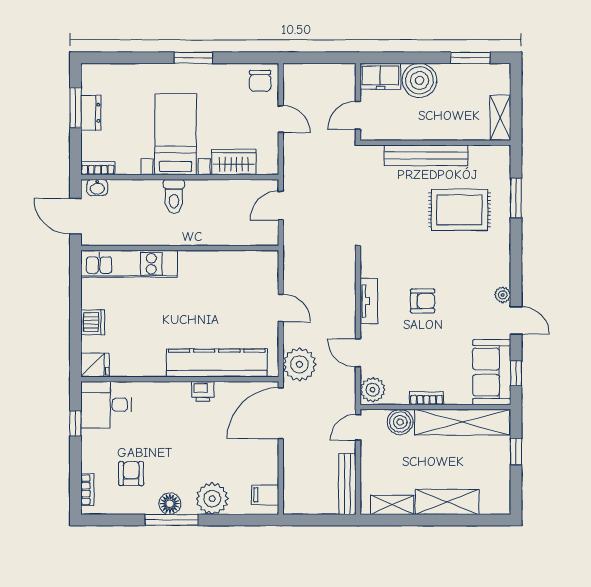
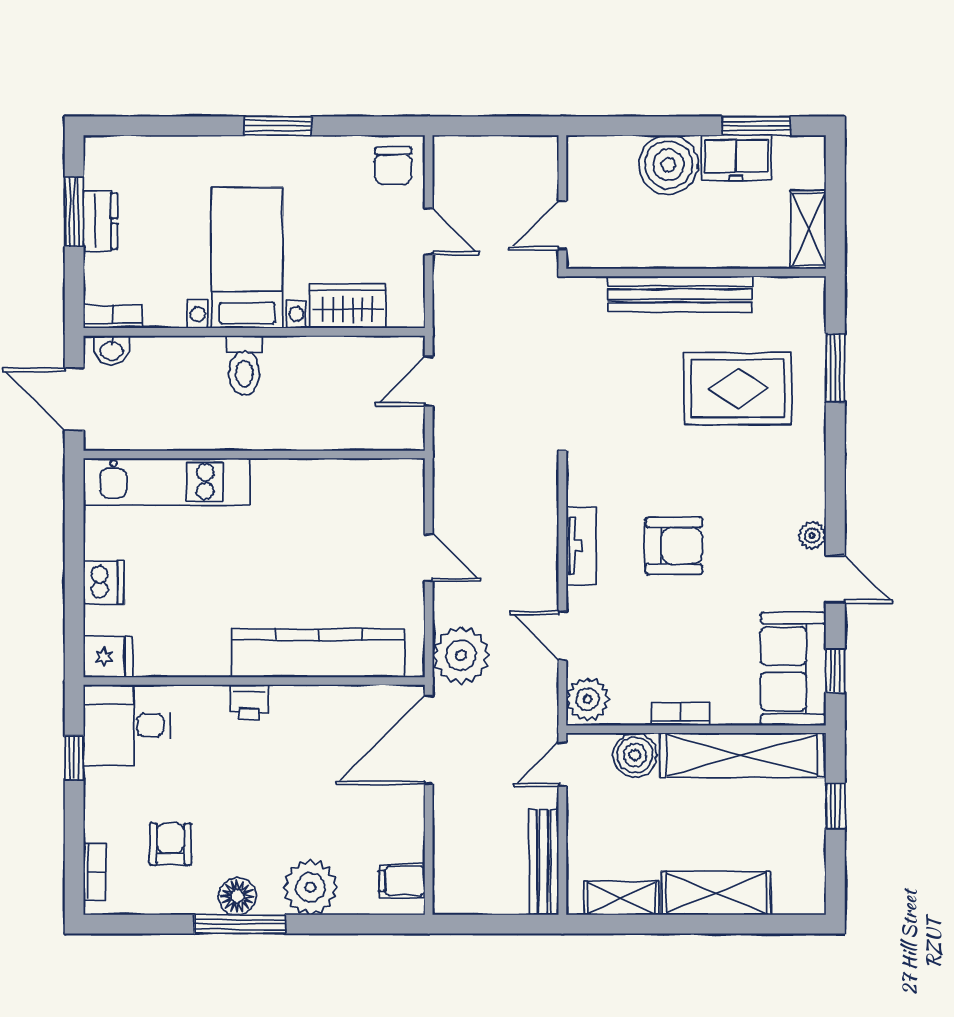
freezer: (380, 76) -> (736, 158), moved
armchair: (423, 301) -> (674, 546), width x1.38, depth x1.38
printer: (203, 391) -> (249, 702), moved

